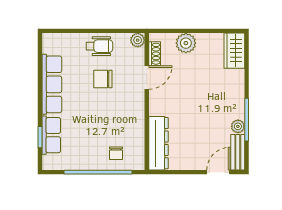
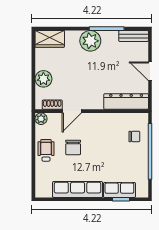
door: (147, 77) -> (72, 111), swing flipped
plant: (238, 126) -> (90, 41), moved, width x1.87, depth x1.87
door: (218, 172) -> (150, 71), moved

